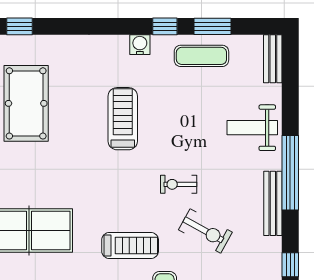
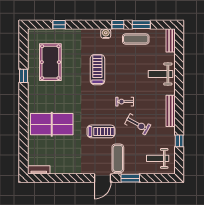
window: (19, 26) -> (59, 25), moved
window: (290, 173) -> (179, 96), removed

